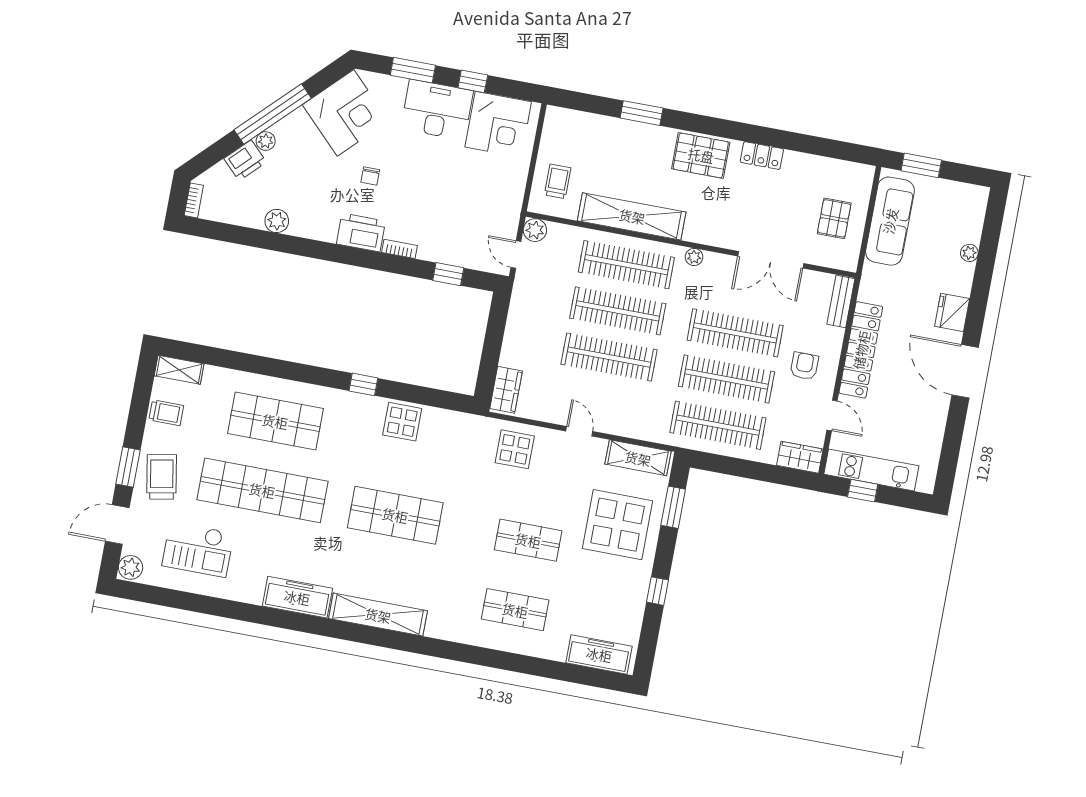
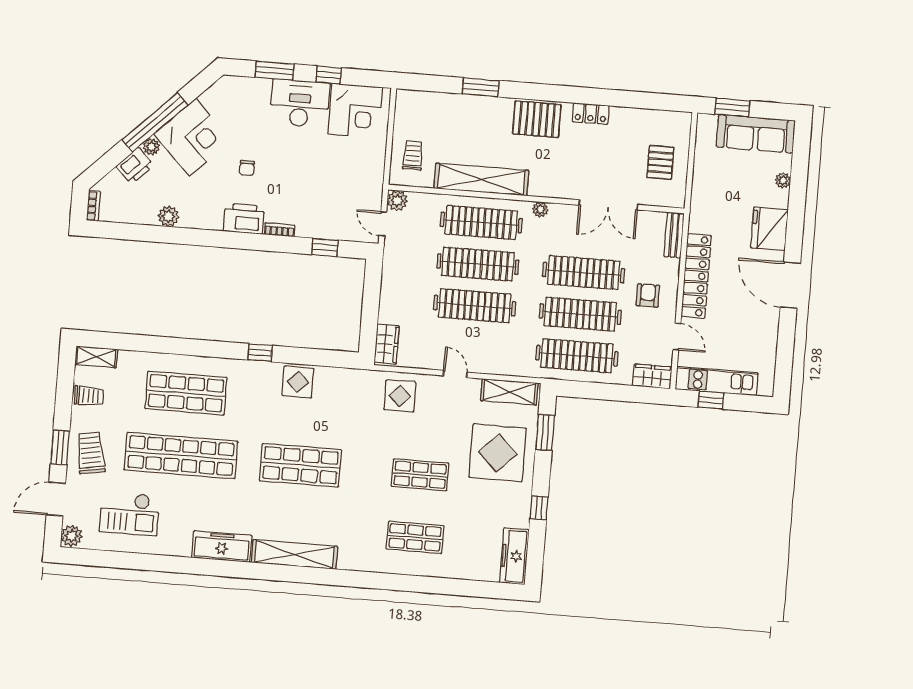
corner desk: (345, 113) -> (193, 137), moved
sofa: (890, 221) -> (756, 134), moved, turned 90
fridge: (952, 312) -> (769, 229), width x1.36, depth x1.34
freezer: (599, 654) -> (514, 556), moved, turned -90

